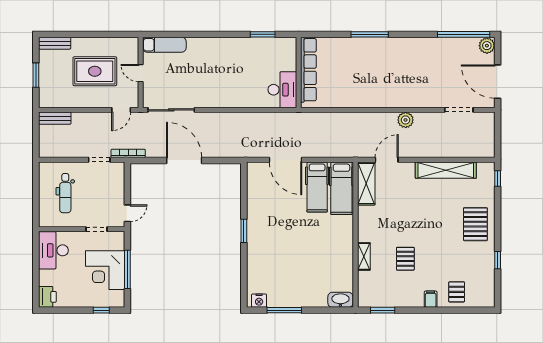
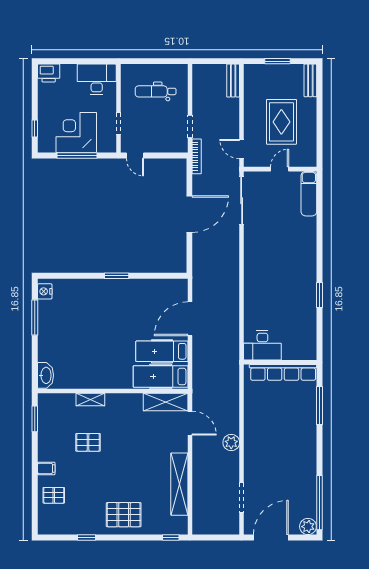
row of seats: (308, 70) -> (283, 372), moved
wall: (299, 72) -> (280, 362), moved
desk: (282, 90) -> (262, 345), moved

